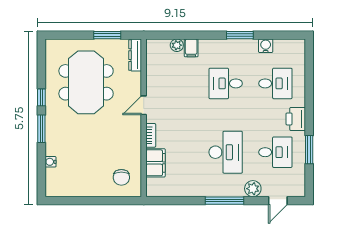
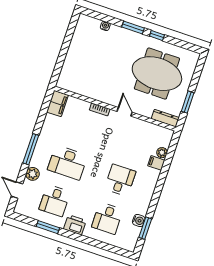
window: (240, 35) -> (145, 228), moved
filing cabinet: (155, 163) -> (57, 104), moved, turned -90
chair: (121, 177) -> (75, 76), removed

